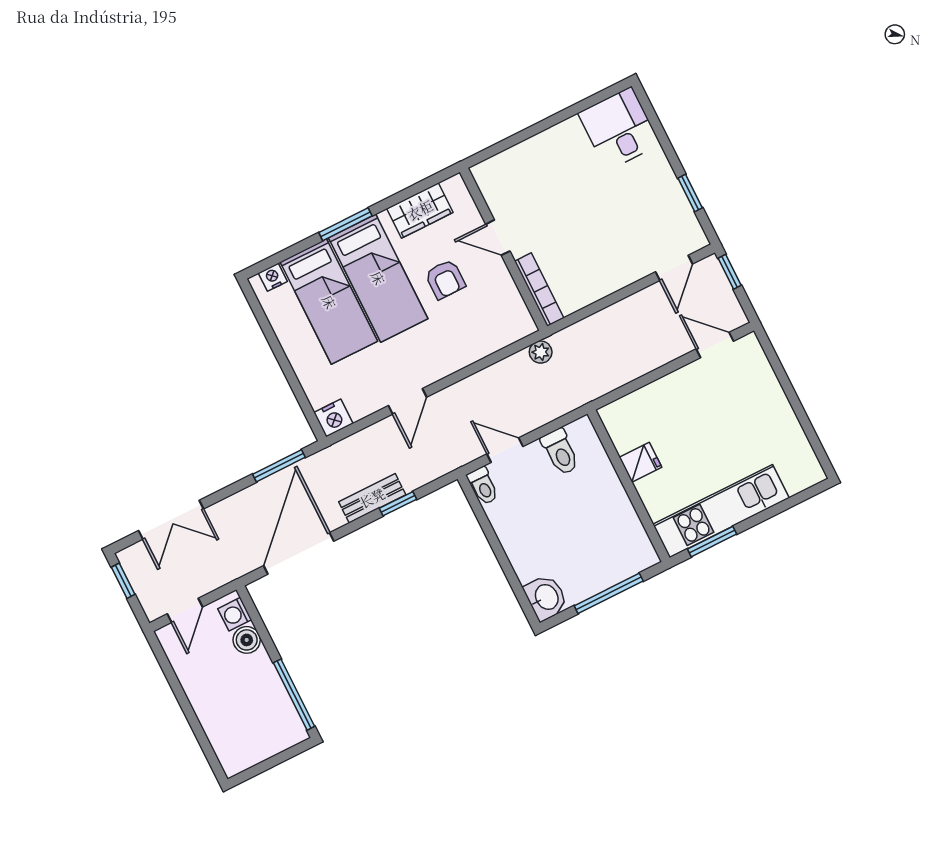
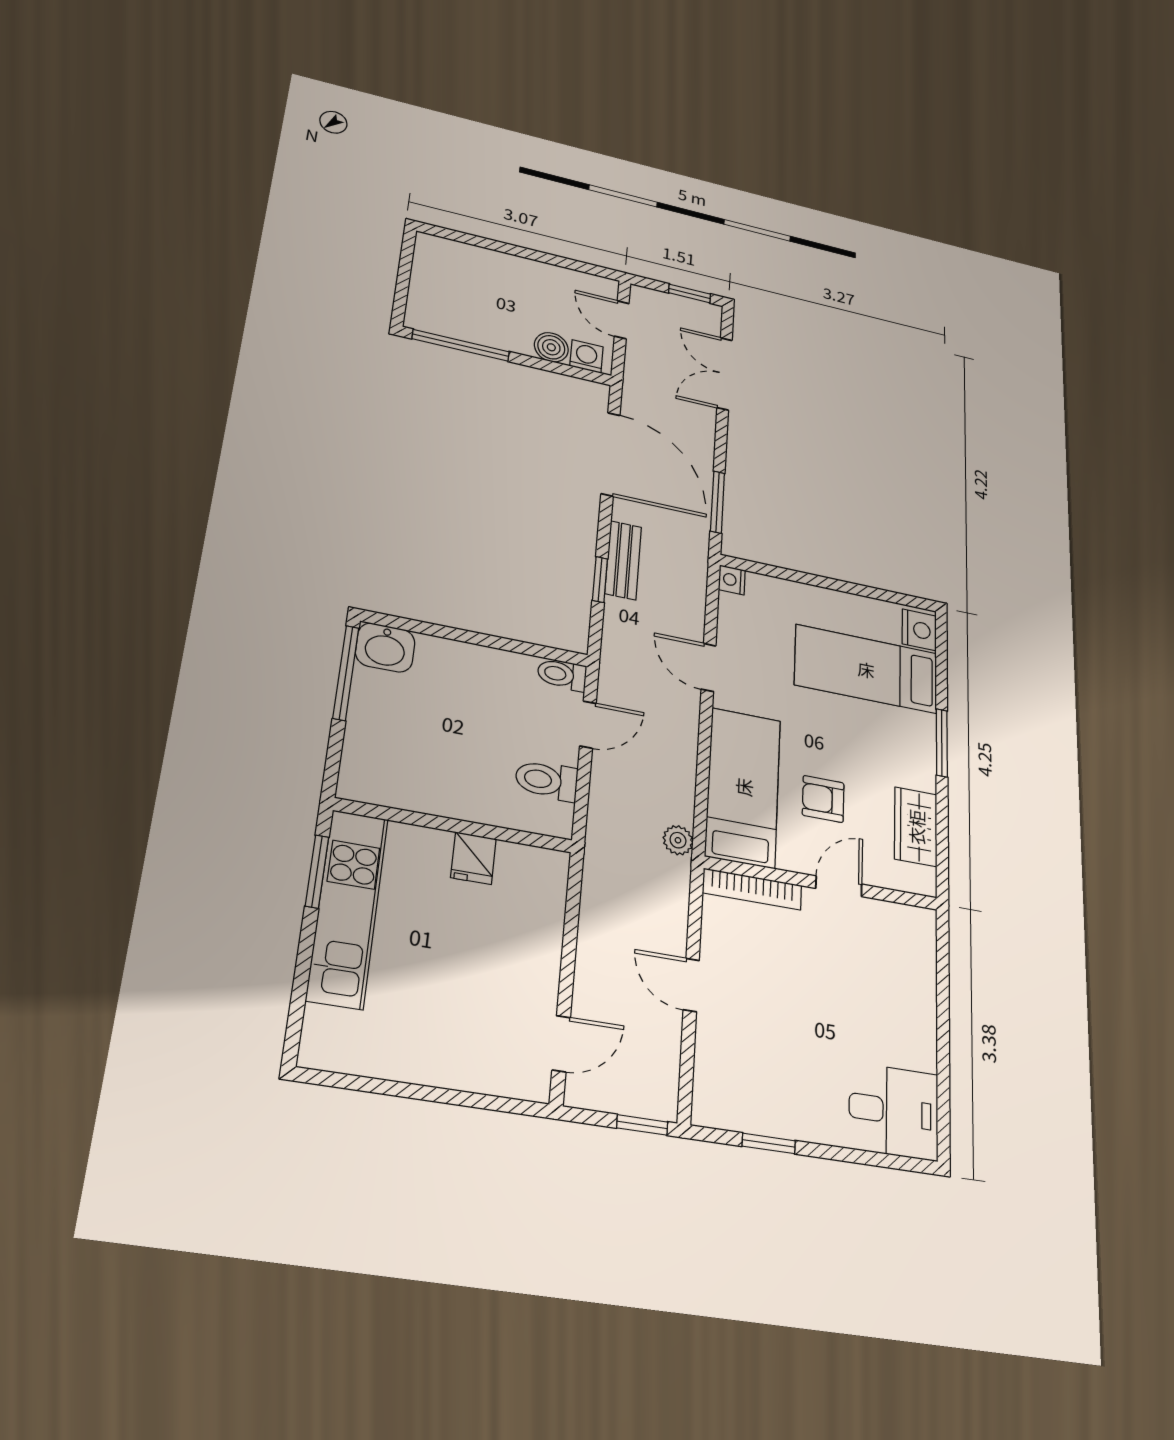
door: (674, 268) -> (691, 985), moved
nightstand: (273, 277) -> (919, 630), width x1.39, depth x1.35
bed: (378, 278) -> (743, 787), moved, turned 90
nightstand: (333, 418) -> (732, 580), width x0.72, depth x0.74
window: (609, 593) -> (346, 673), moved

